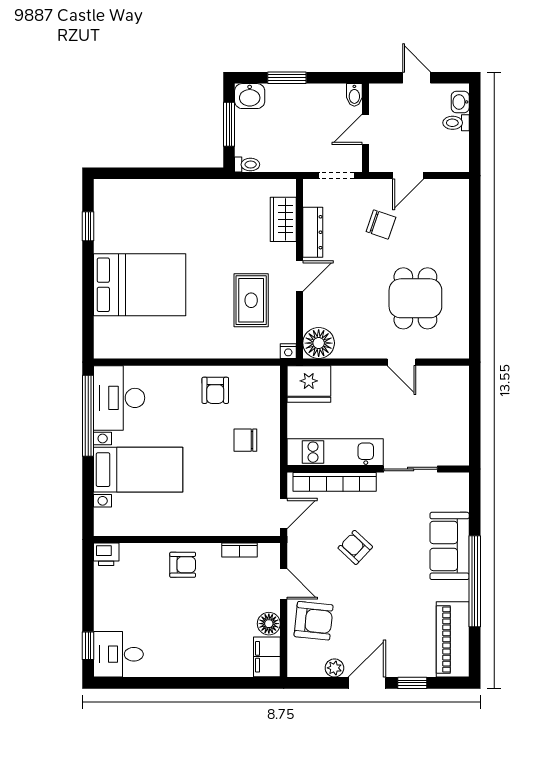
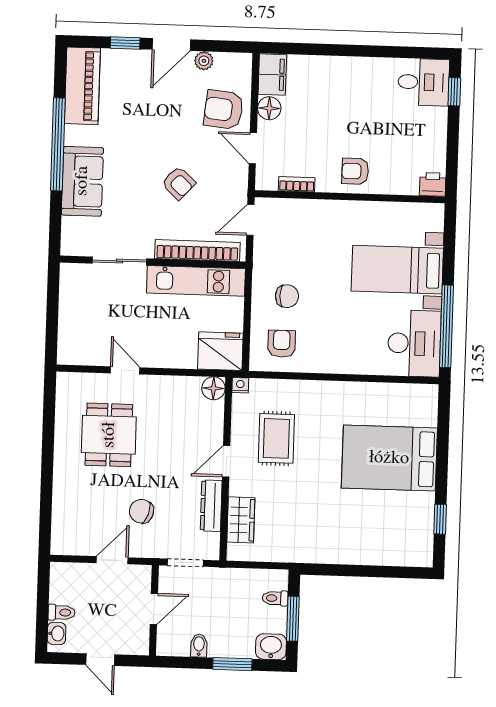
bidet: (354, 95) -> (199, 645), moved
toilet: (247, 165) -> (275, 598), moved
floor lamp: (319, 343) -> (213, 388), width x0.73, depth x0.73
armchair: (215, 390) -> (282, 344), moved

